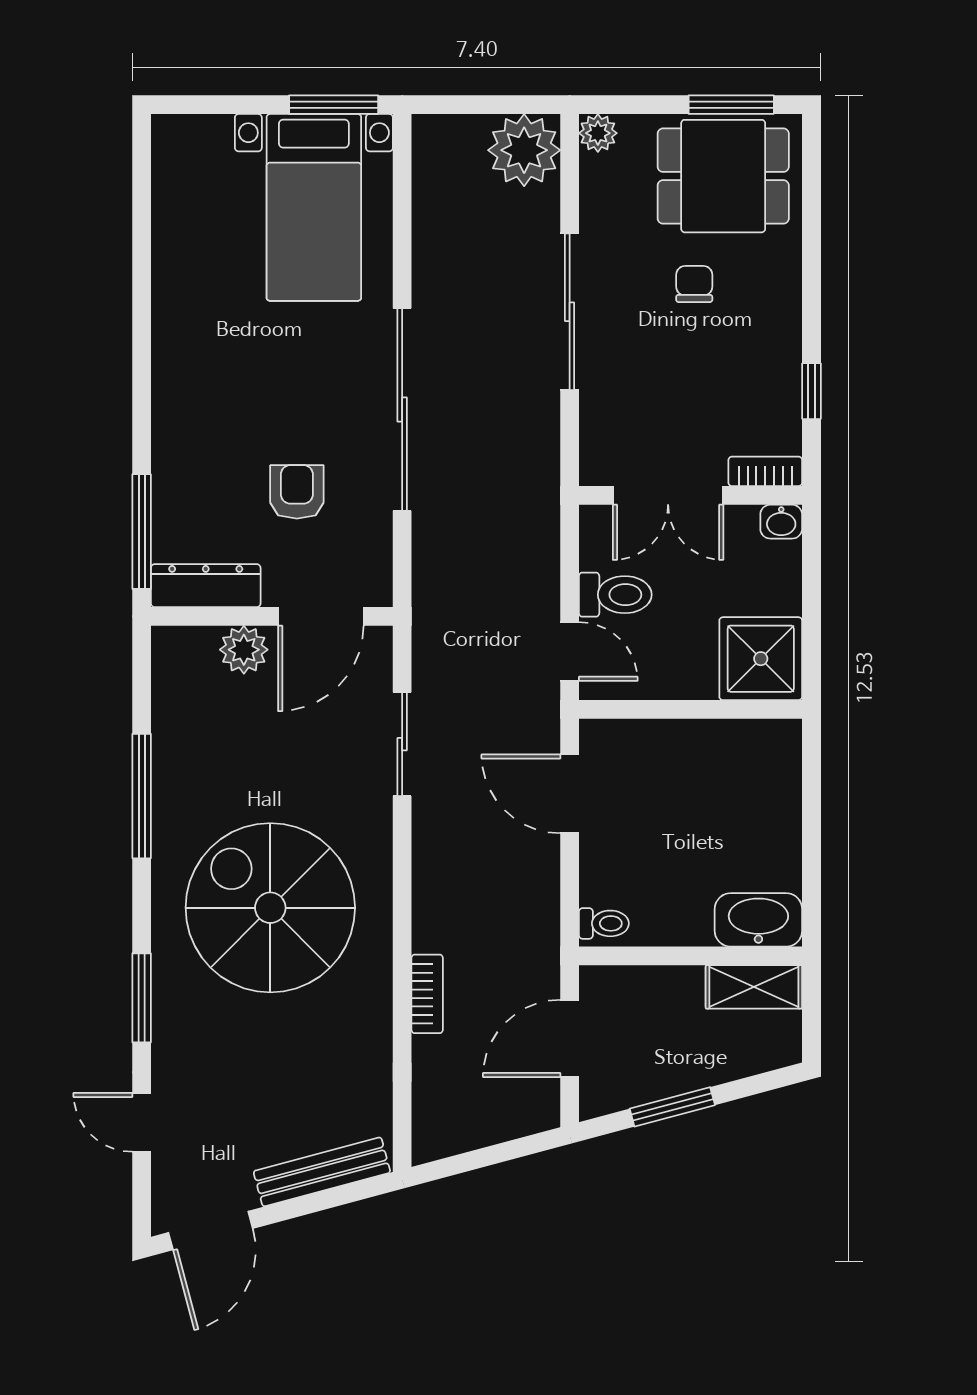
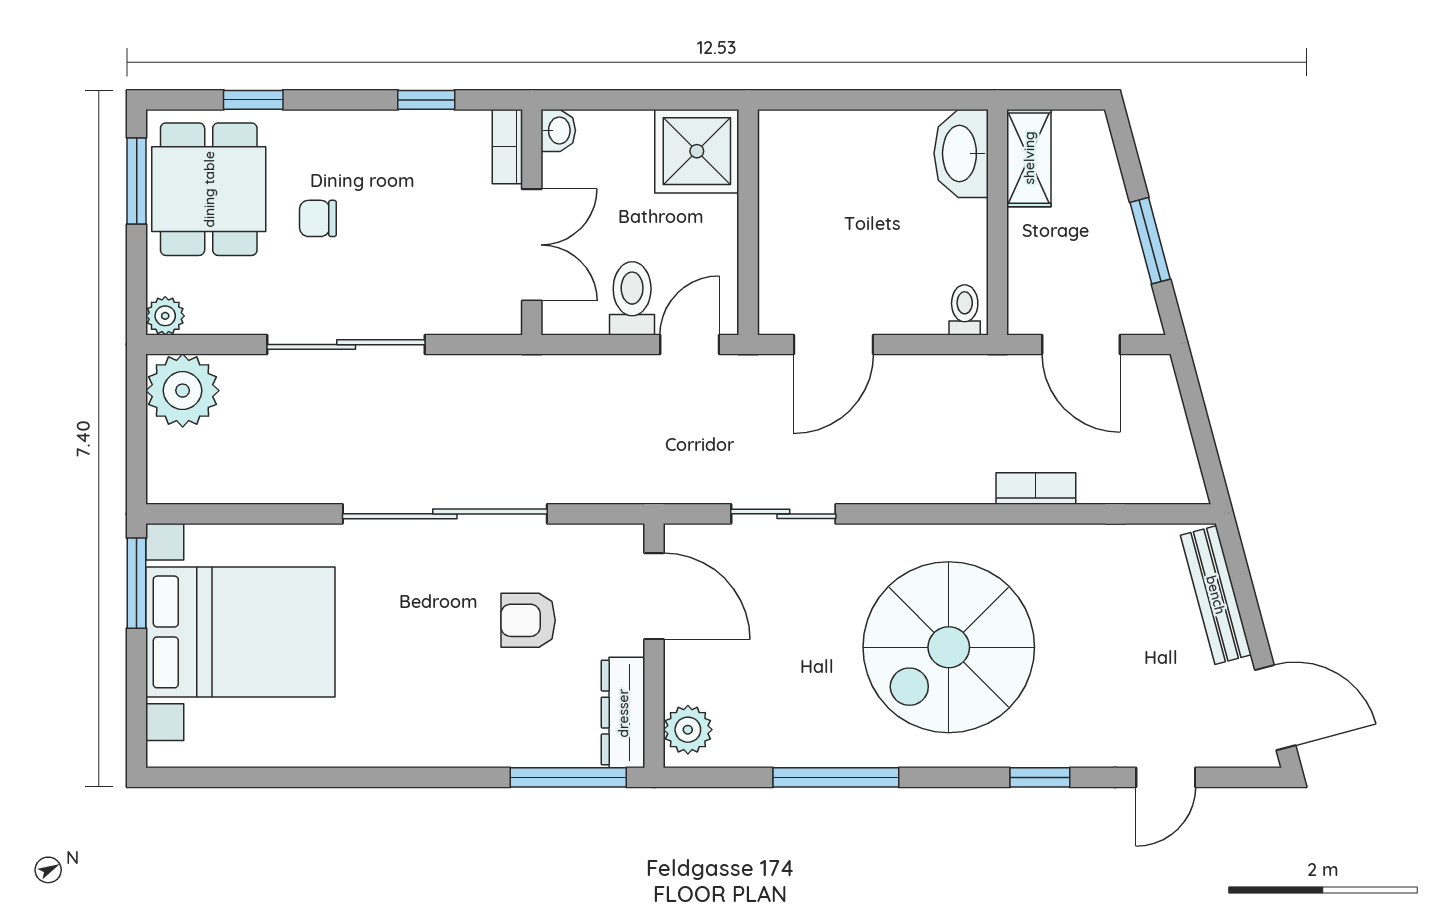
bed with nightstands: (314, 207) -> (240, 632), width x1.36
window: (811, 220) -> (253, 100), added
plant: (244, 650) -> (688, 730), moved
window: (142, 998) -> (1040, 777), width x0.67

